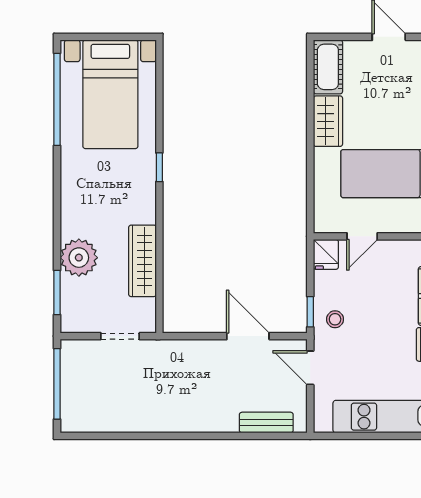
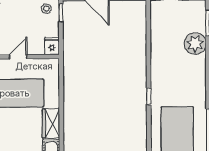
door: (362, 236) -> (18, 57), moved
wardrobe: (142, 261) -> (158, 42), removed

